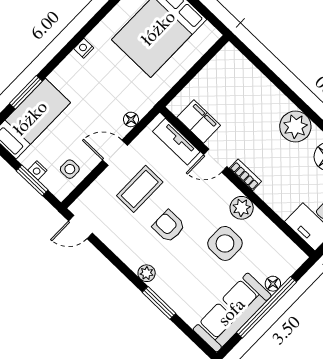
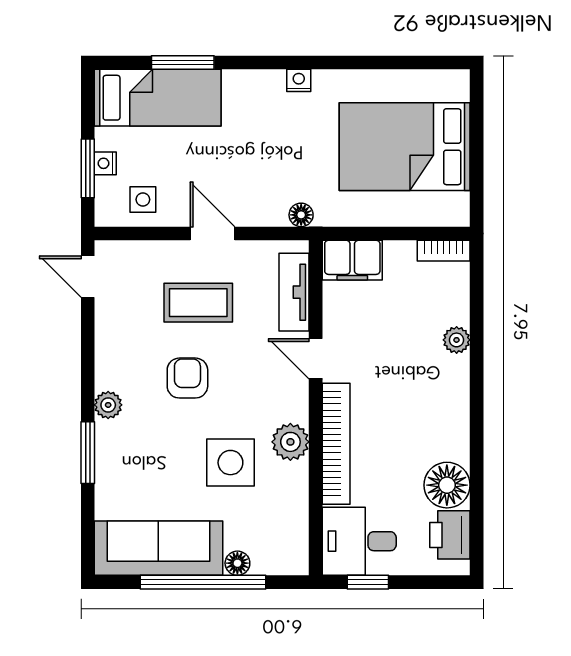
bookcase: (222, 57) -> (444, 251), added
floor lamp: (131, 119) -> (301, 215), moved
filing cabinet: (199, 121) -> (352, 260), moved, turned 90
plant: (295, 126) -> (457, 340), moved, width x0.53, depth x0.53
bookcase: (245, 175) -> (336, 444), width x2.31, depth x1.31

